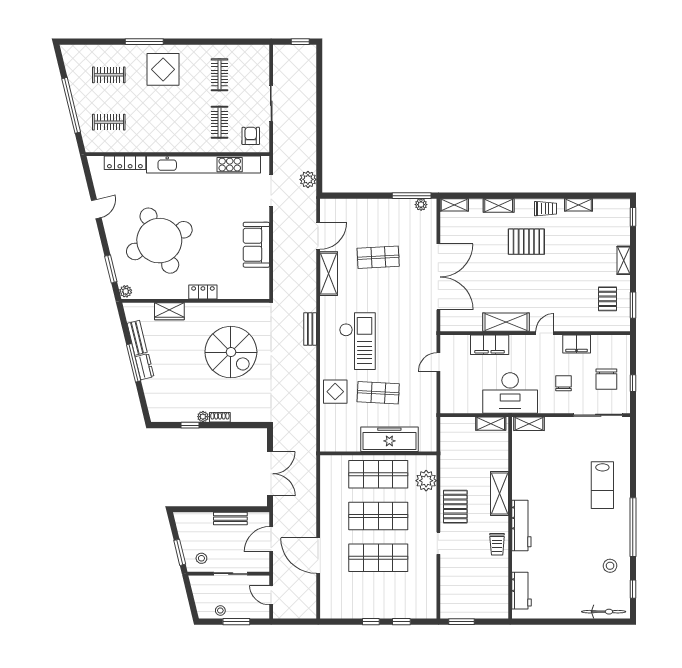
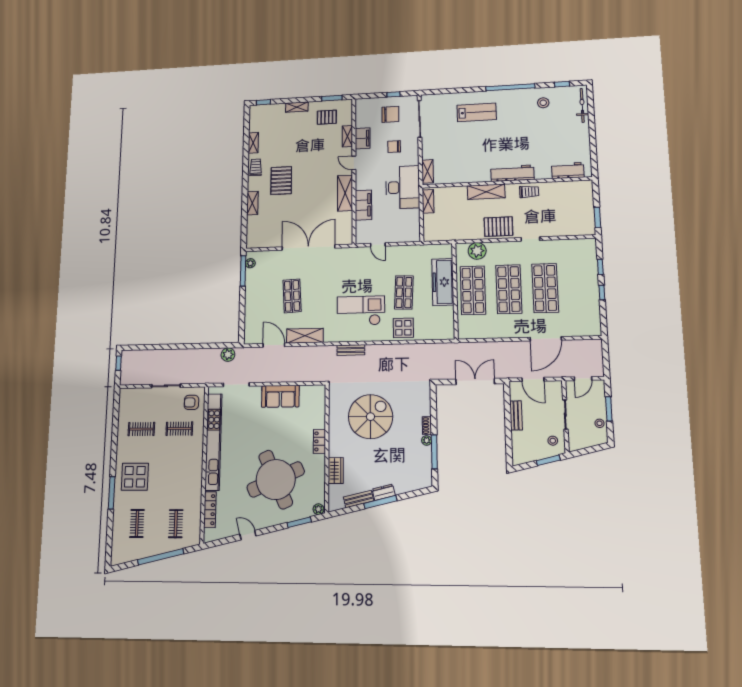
shelving: (454, 205) -> (347, 136), moved
window: (190, 425) -> (434, 452), width x2.17

